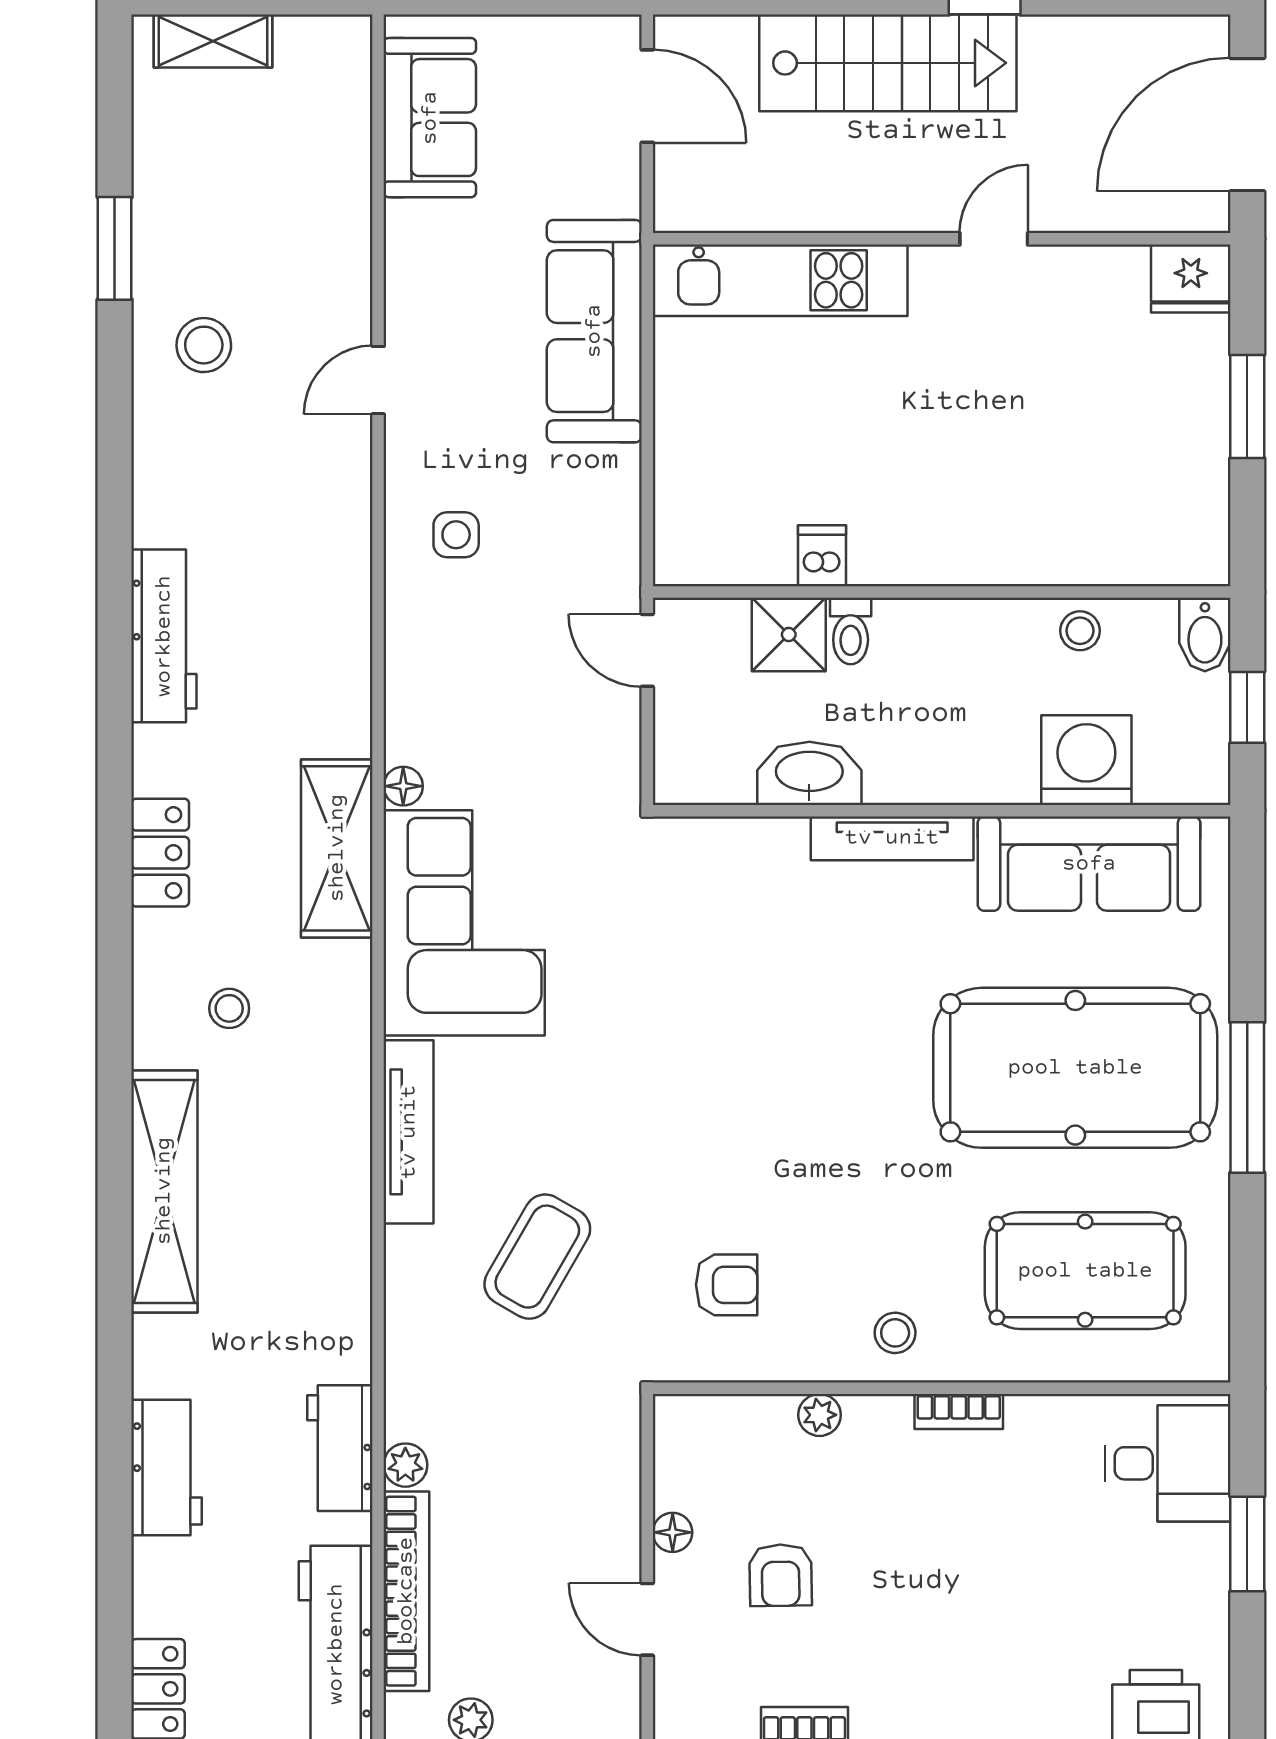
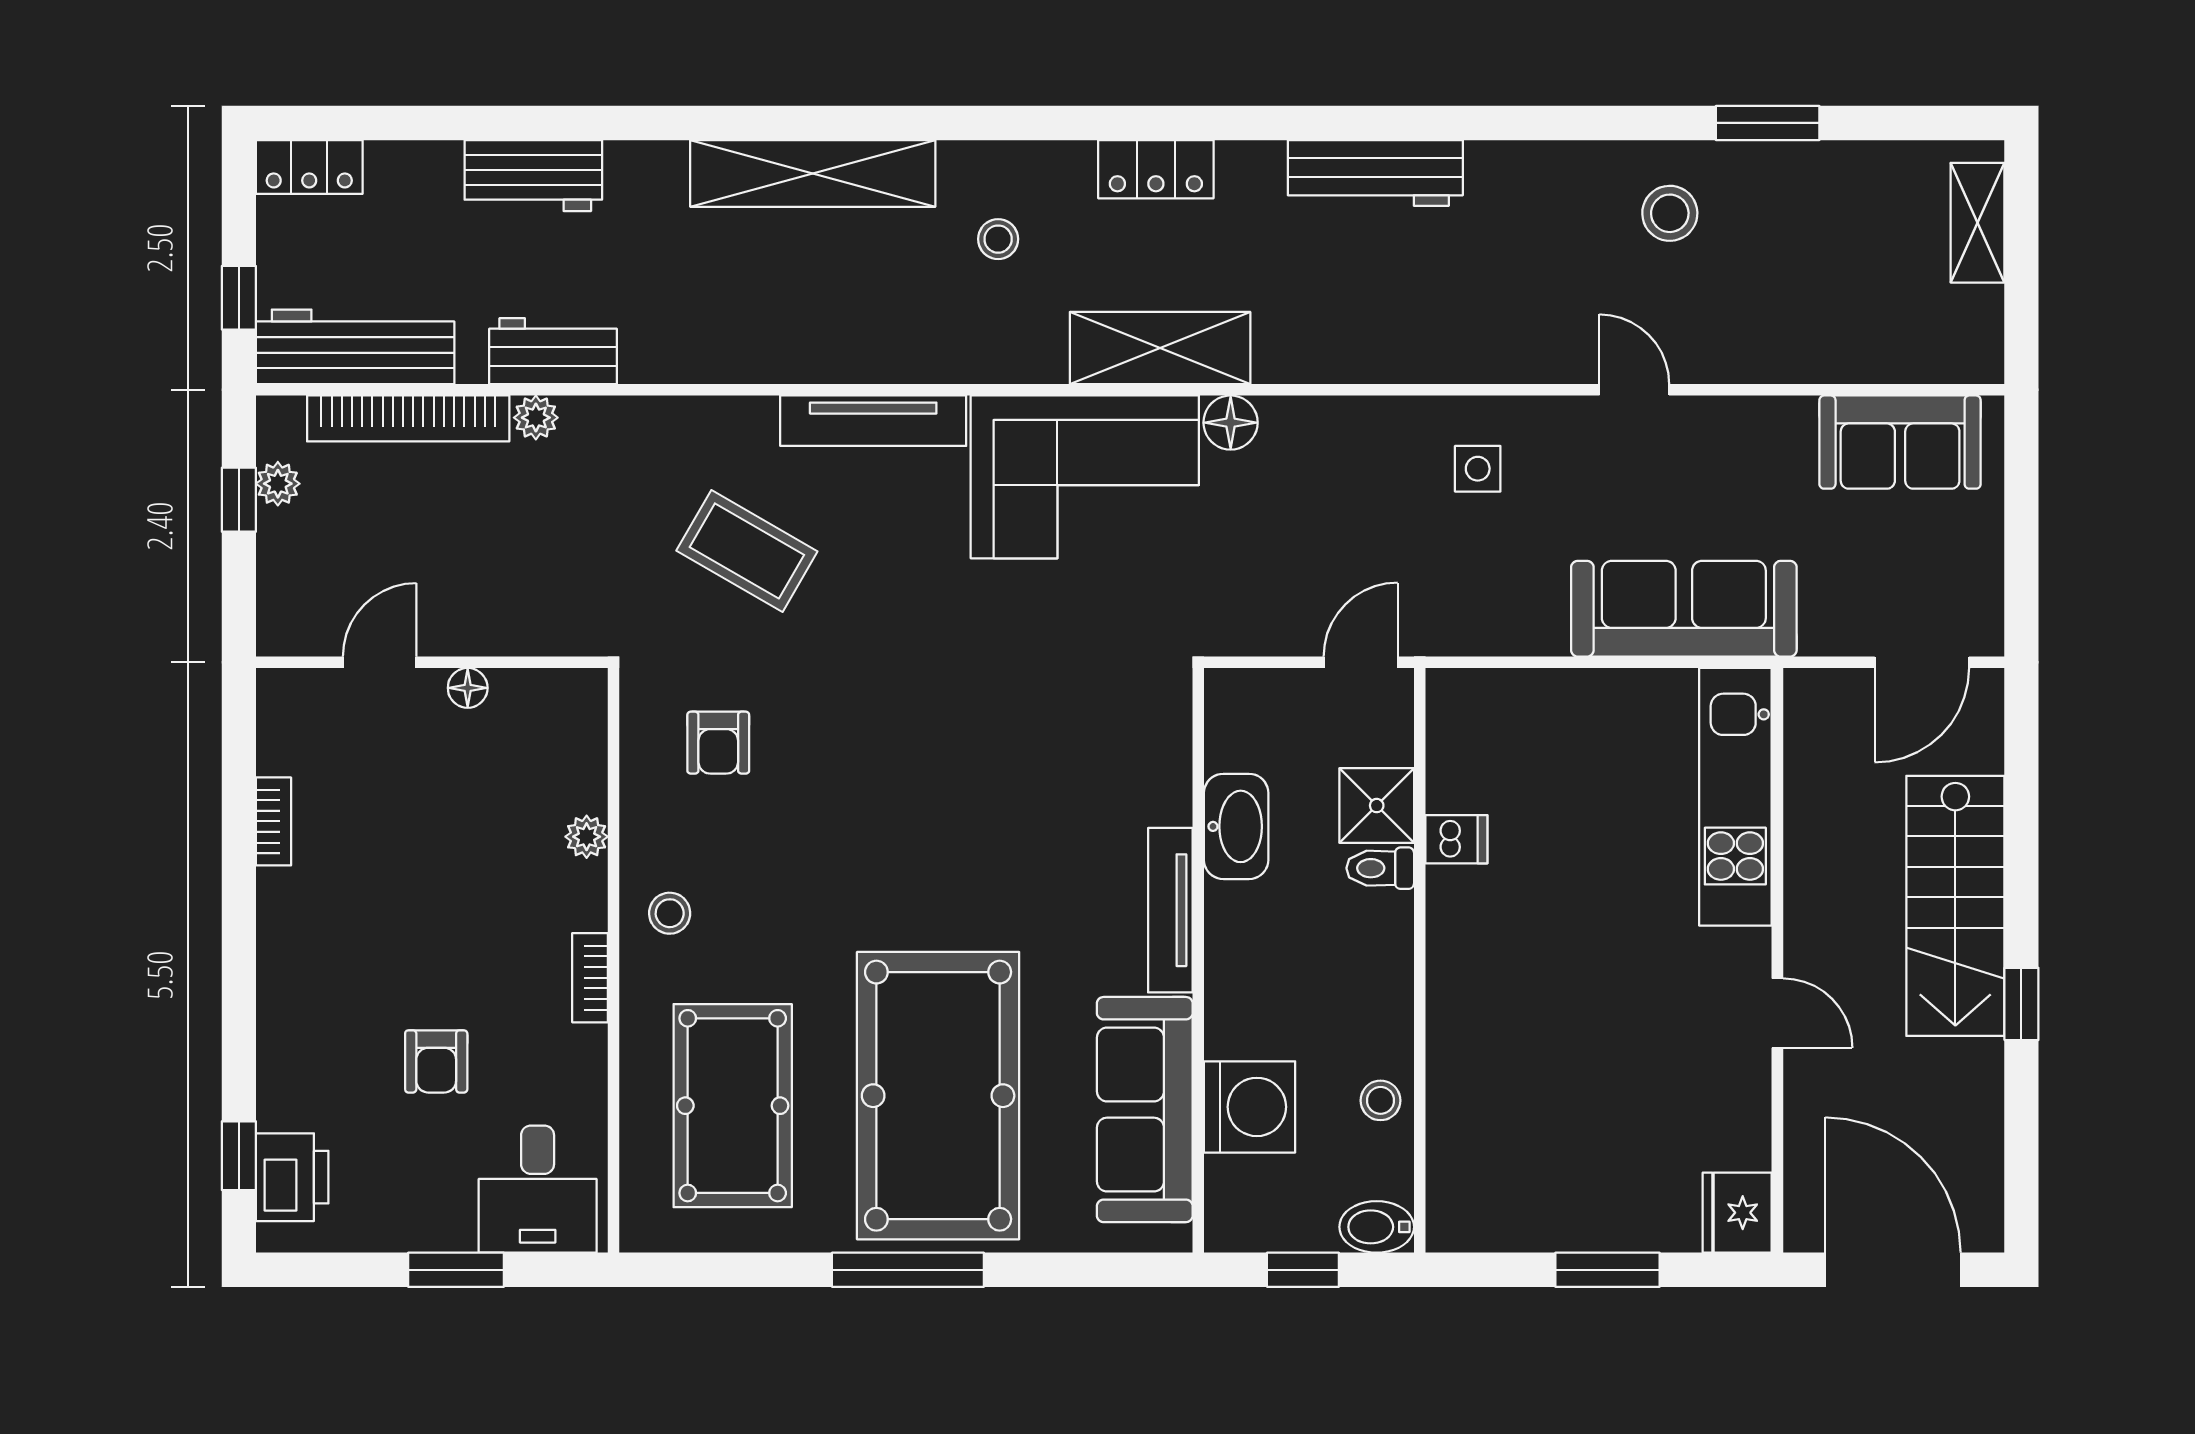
floor lamp: (403, 786) -> (1231, 423), width x1.37, depth x1.37
armchair: (781, 1575) -> (436, 1061), moved, turned -89

